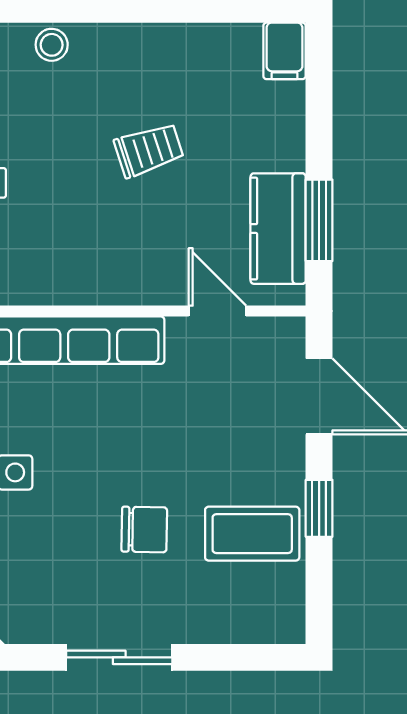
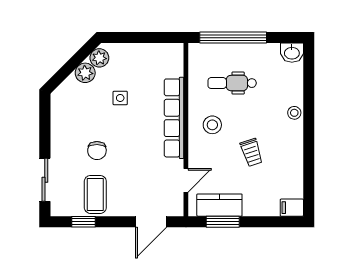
stool: (81, 246) -> (212, 125), added
window: (319, 508) -> (84, 222), moved
sliding door: (119, 657) -> (45, 180), moved

